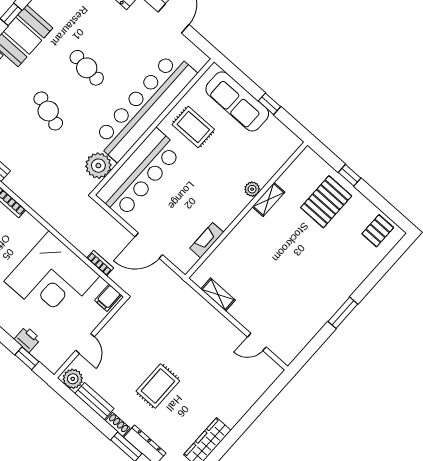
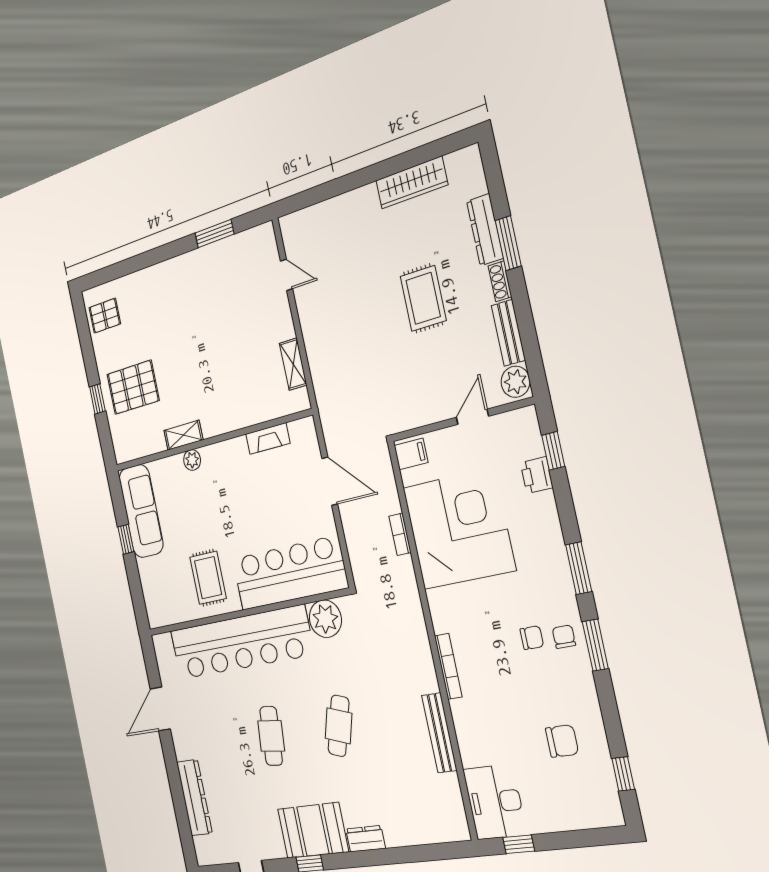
sofa: (237, 101) -> (141, 511), moved
bookcase: (100, 263) -> (400, 534), moved
window: (343, 313) -> (215, 234), moved
rug: (158, 386) -> (423, 298), turned 90

